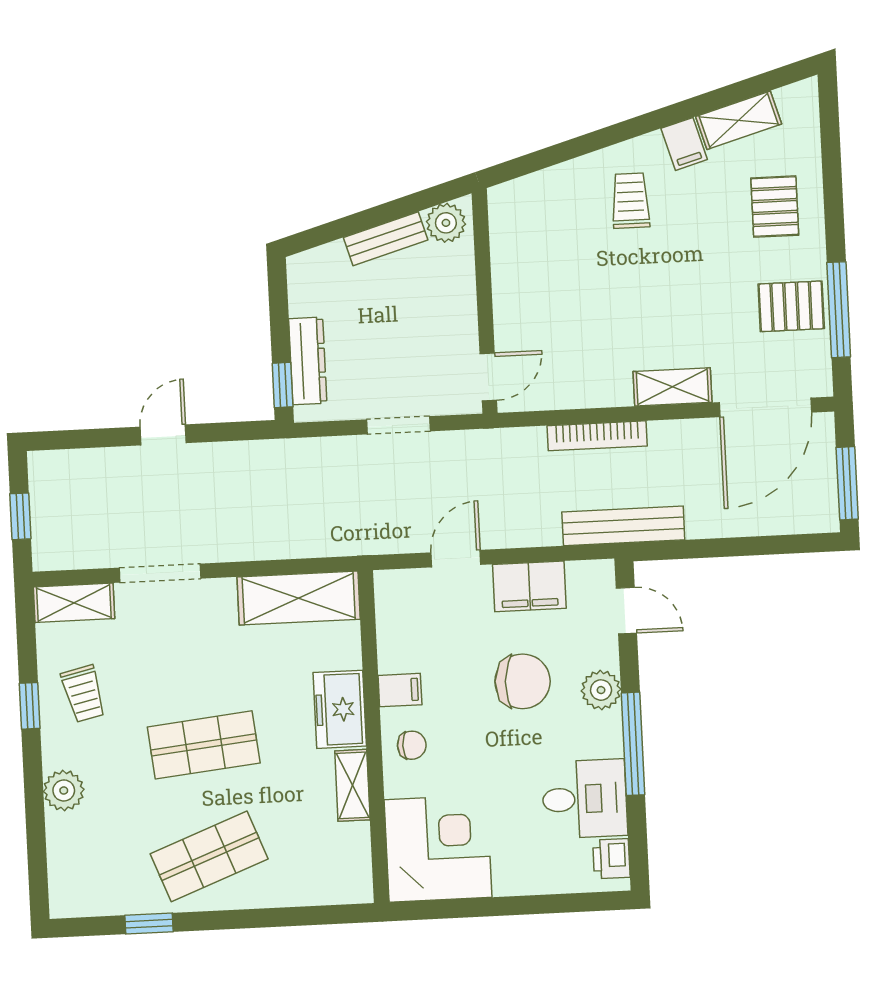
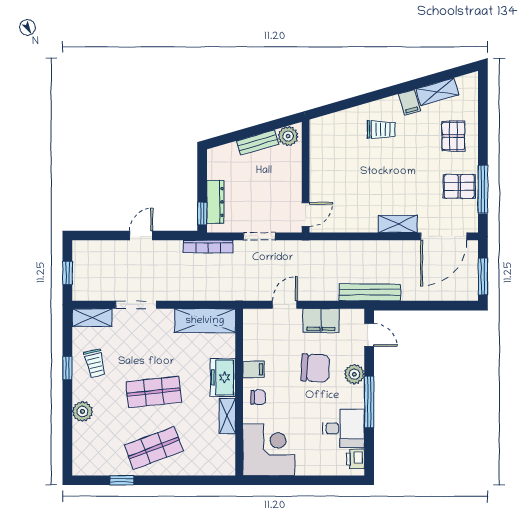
trolley: (630, 201) -> (381, 129), turned 90
bookcase: (597, 436) -> (208, 247), moved

